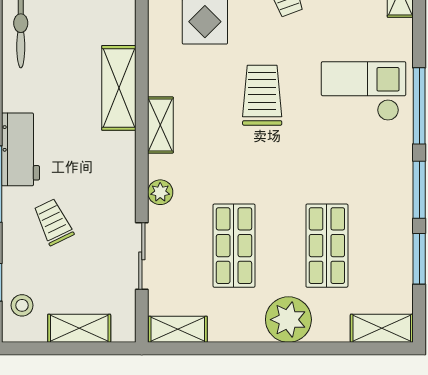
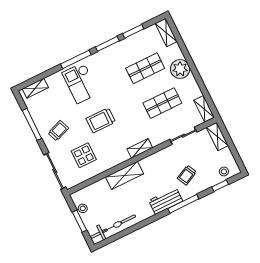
shelving: (160, 125) -> (140, 148), moved
plant: (160, 192) -> (156, 141), removed
shelving: (79, 328) -> (217, 136), moved

